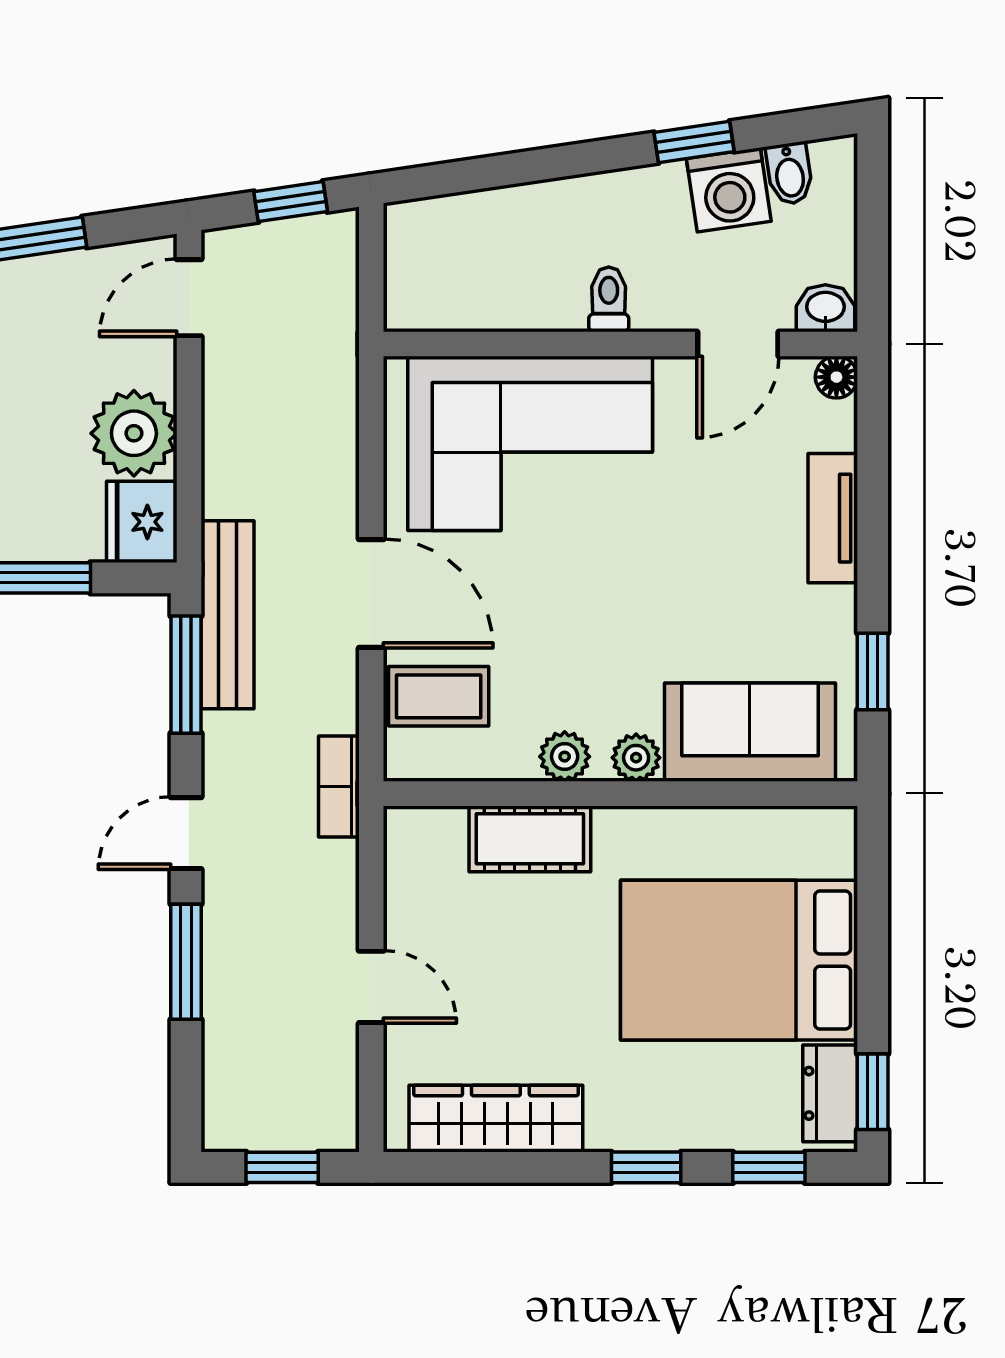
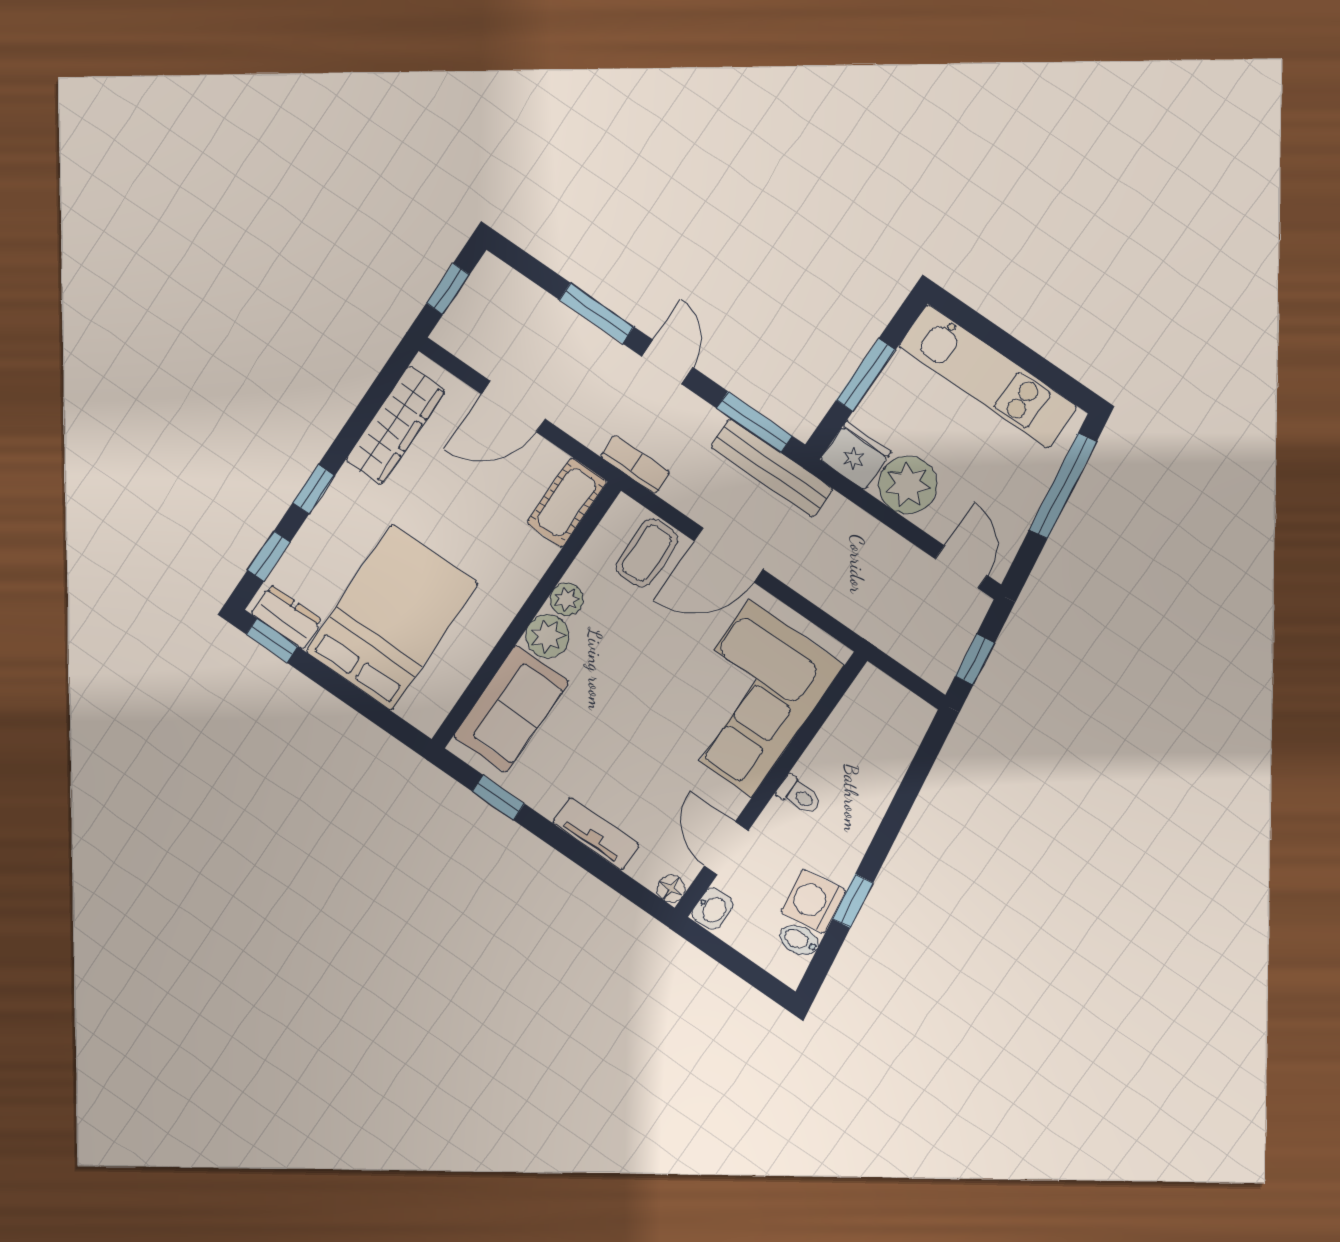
plant: (636, 758) -> (548, 636), width x1.38, depth x1.38
cot: (530, 839) -> (567, 502), moved
door: (371, 987) -> (513, 406), width x1.38

